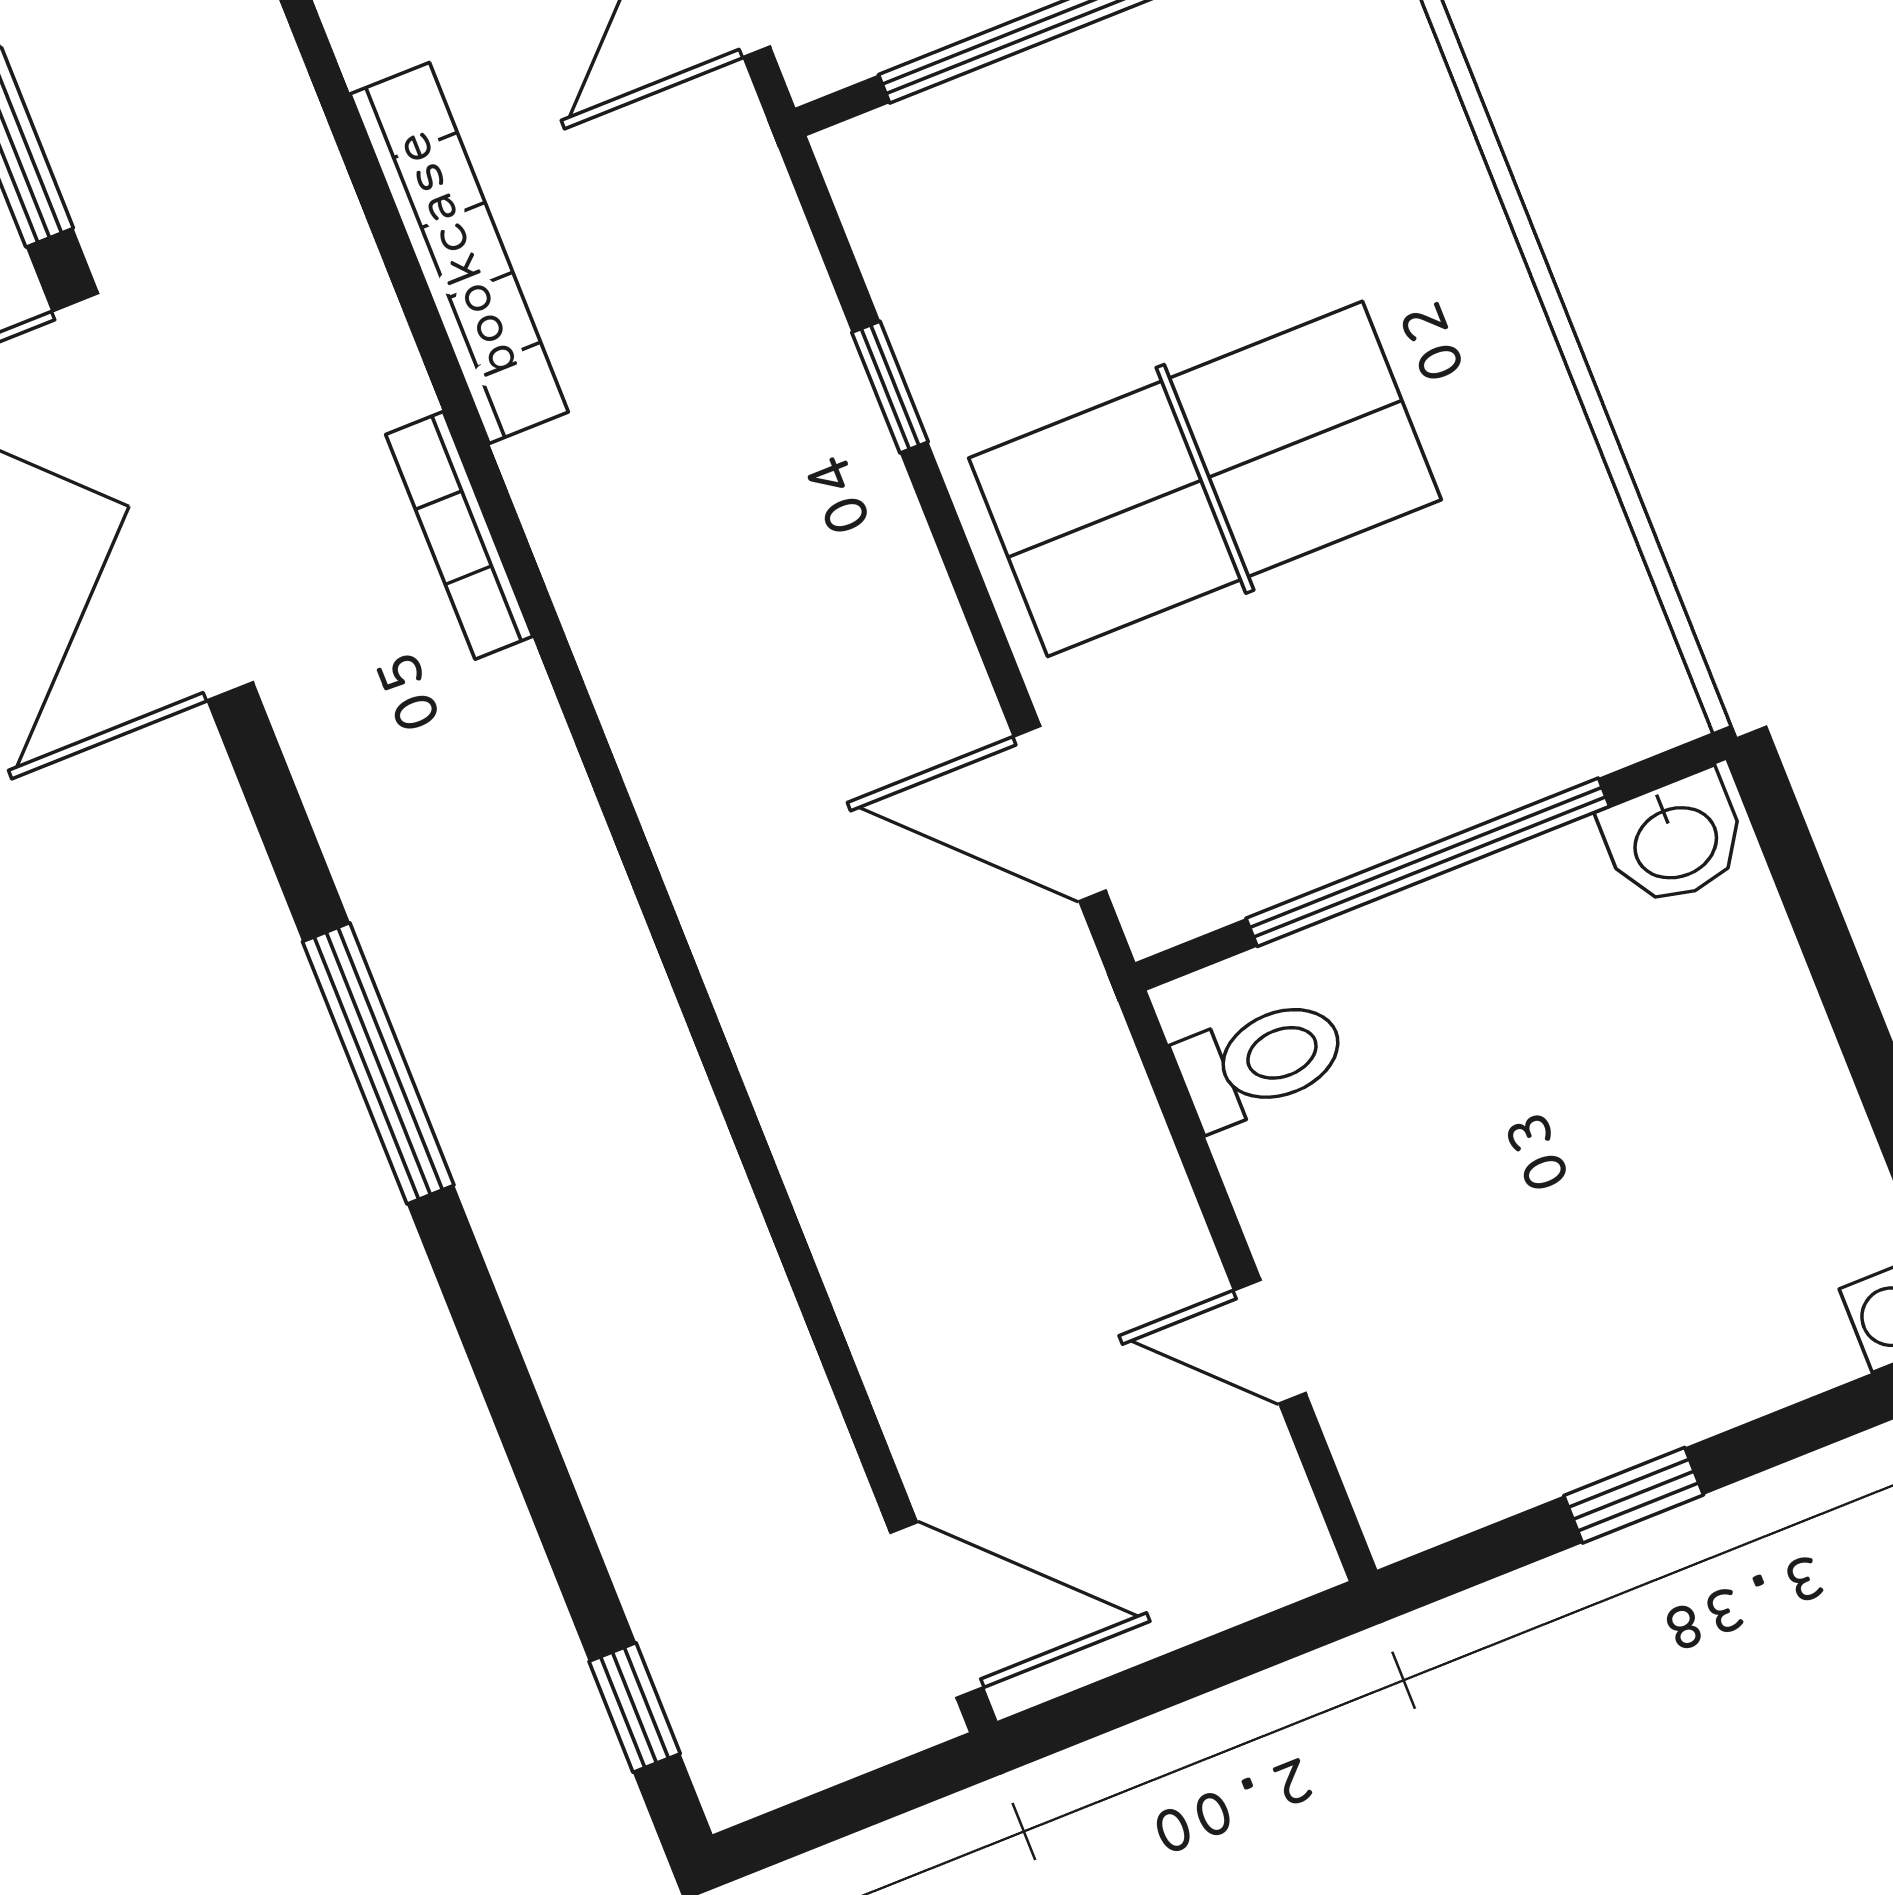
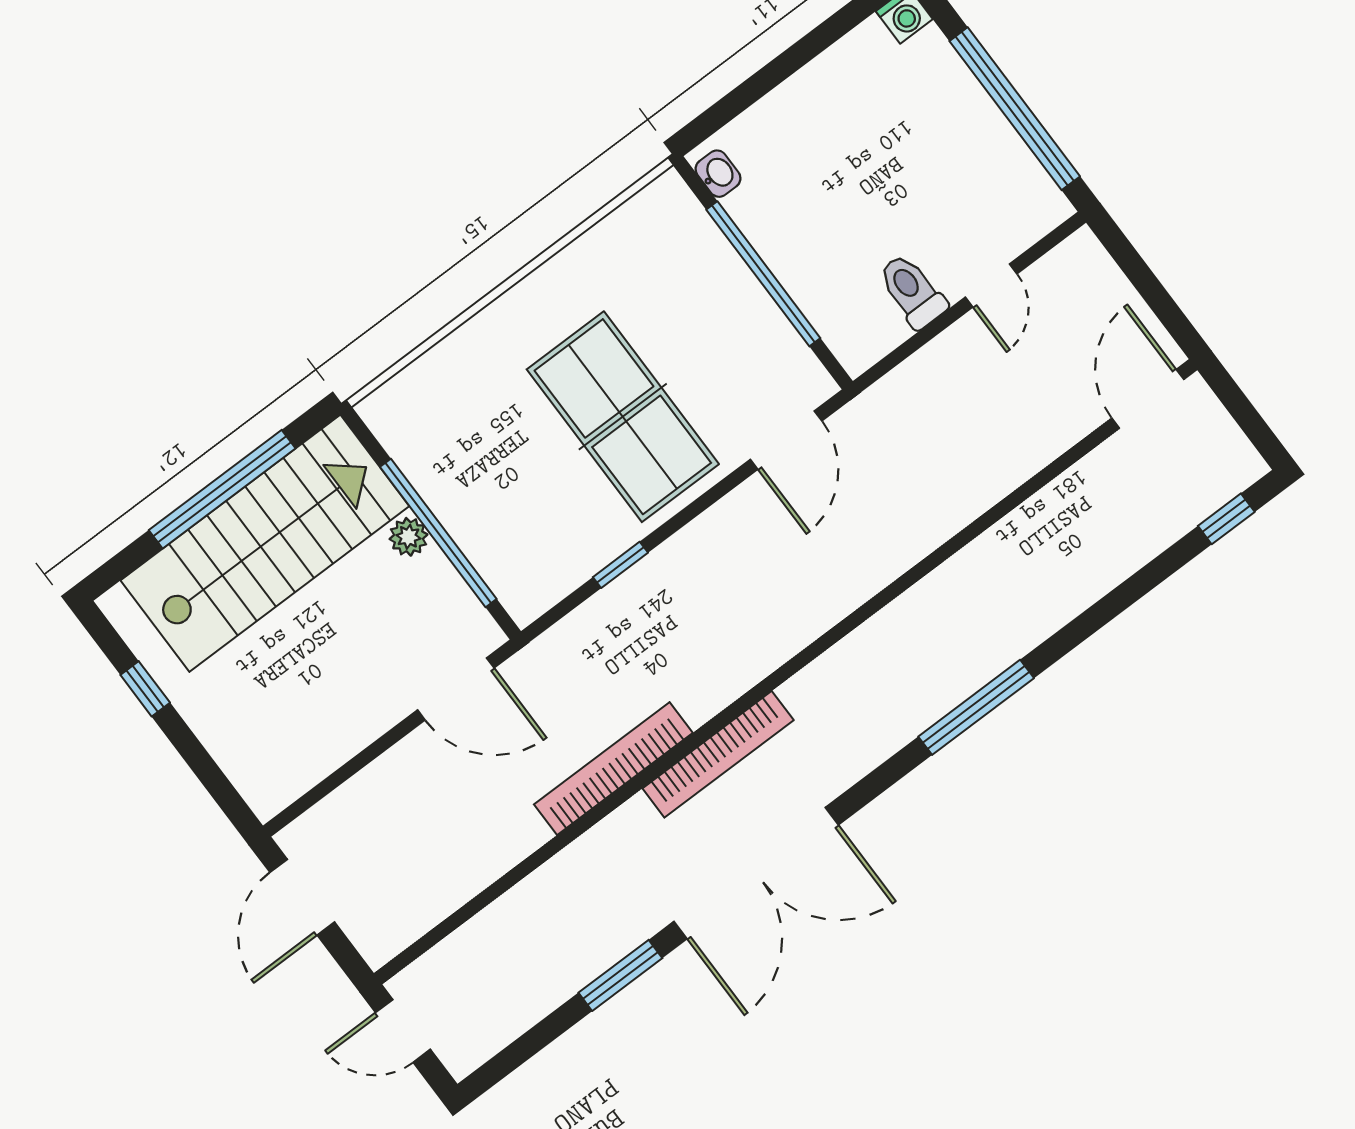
bookcase: (459, 535) -> (718, 754), width x1.48, depth x1.31
washbasin: (1675, 840) -> (718, 174), width x0.72, depth x0.69
toilet: (1261, 1061) -> (912, 291), moved
window: (1634, 1495) -> (1015, 109), width x3.17

